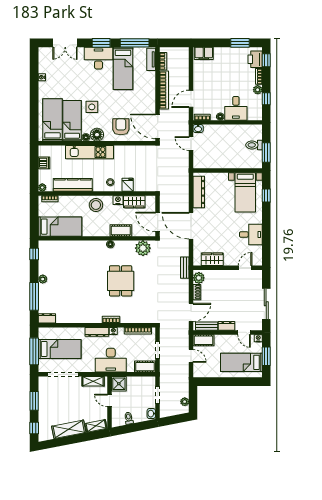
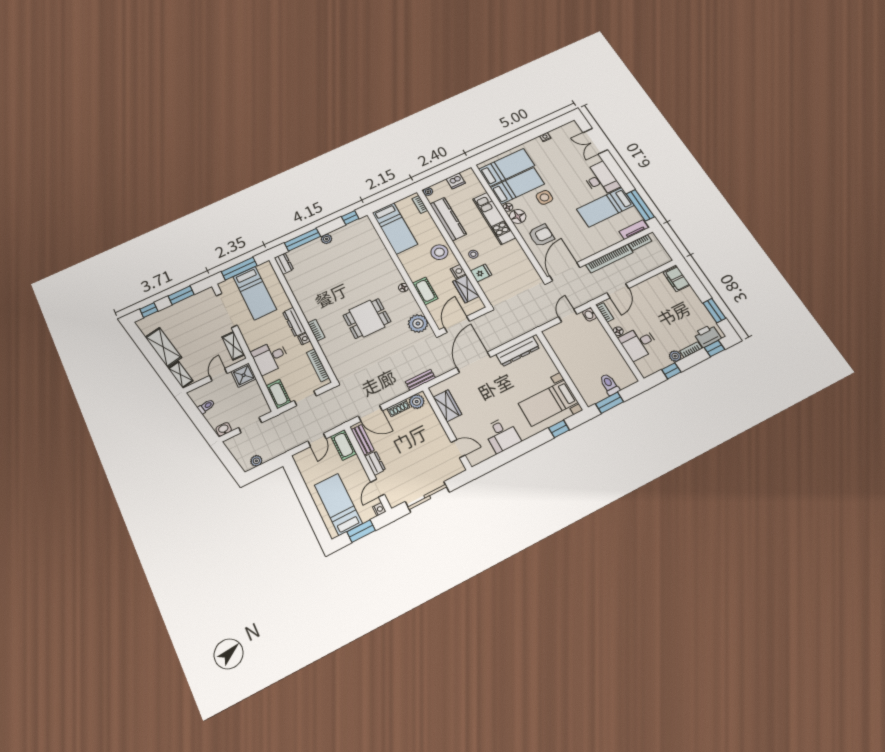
window: (101, 43) -> (618, 174), removed
door: (191, 99) -> (618, 291), swing flipped
desk: (111, 360) -> (270, 357), width x0.73

